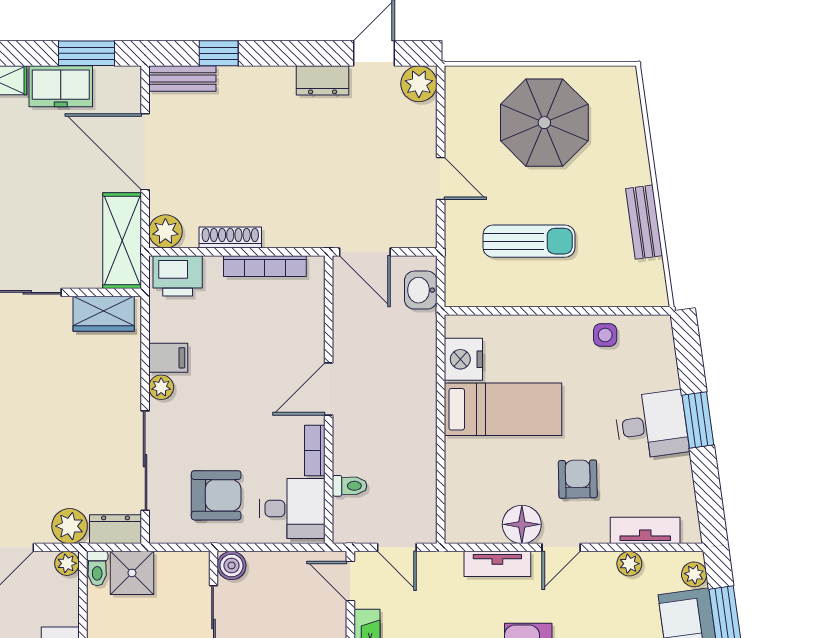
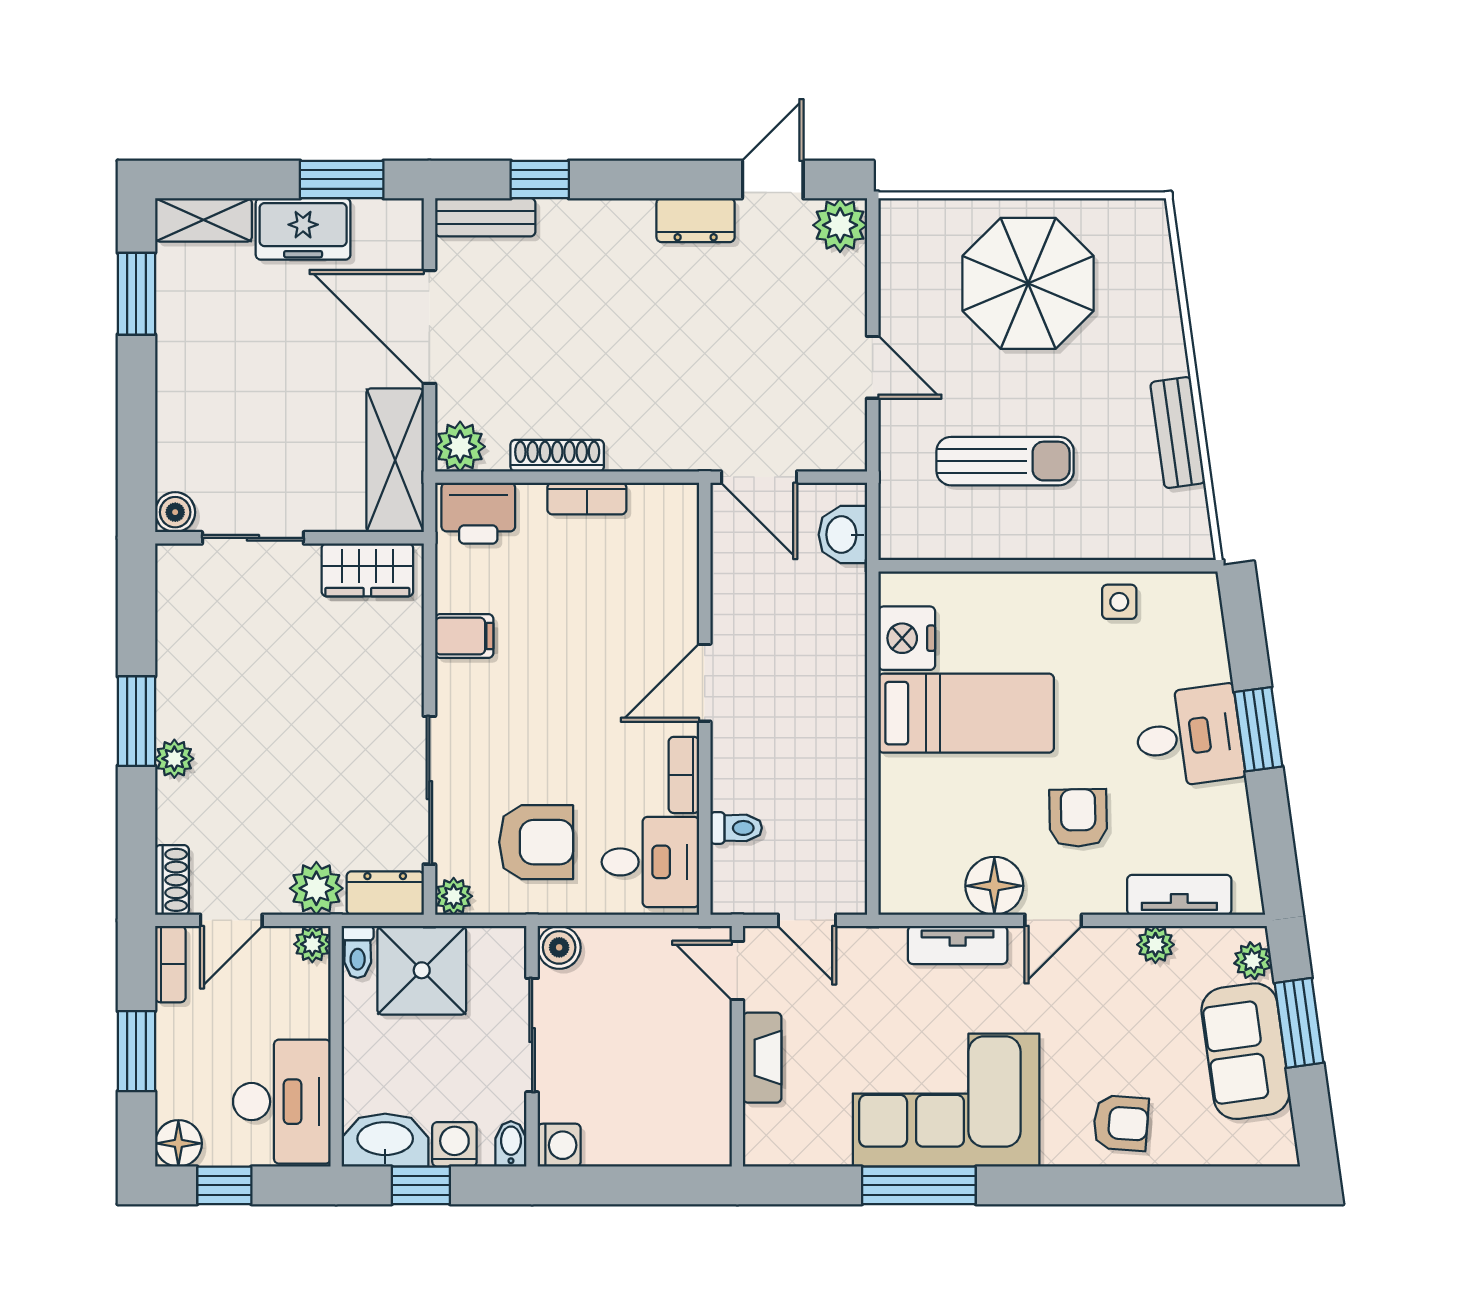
bookcase: (265, 266) -> (587, 499), width x0.64
plant: (161, 387) -> (454, 896), moved
shower: (132, 573) -> (422, 970), width x1.36, depth x1.36

